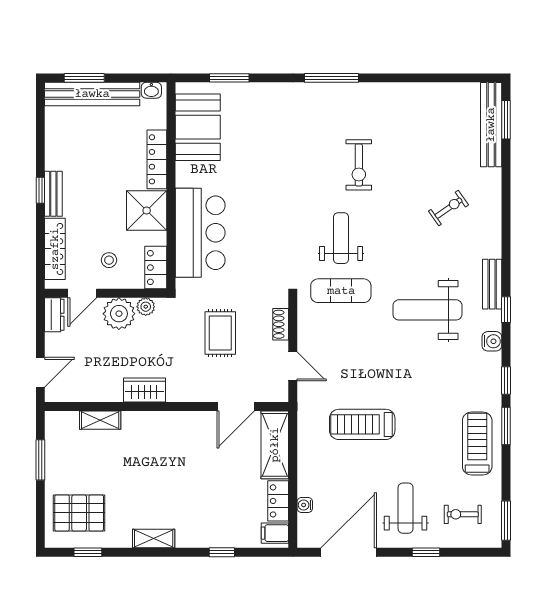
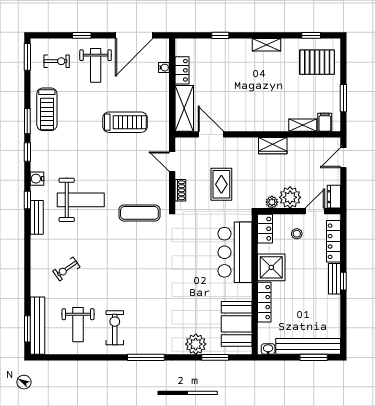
plant: (258, 97) -> (196, 344), added
exercise bike: (359, 165) -> (115, 328), moved
weight bench: (341, 238) -> (78, 325), moved
door: (236, 406) -> (211, 134), hinge flipped
filing cabinet: (275, 533) -> (325, 122), moved, turned -90

